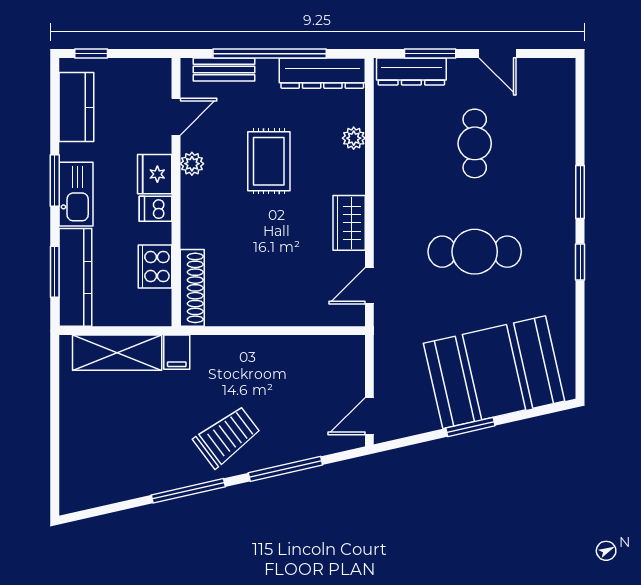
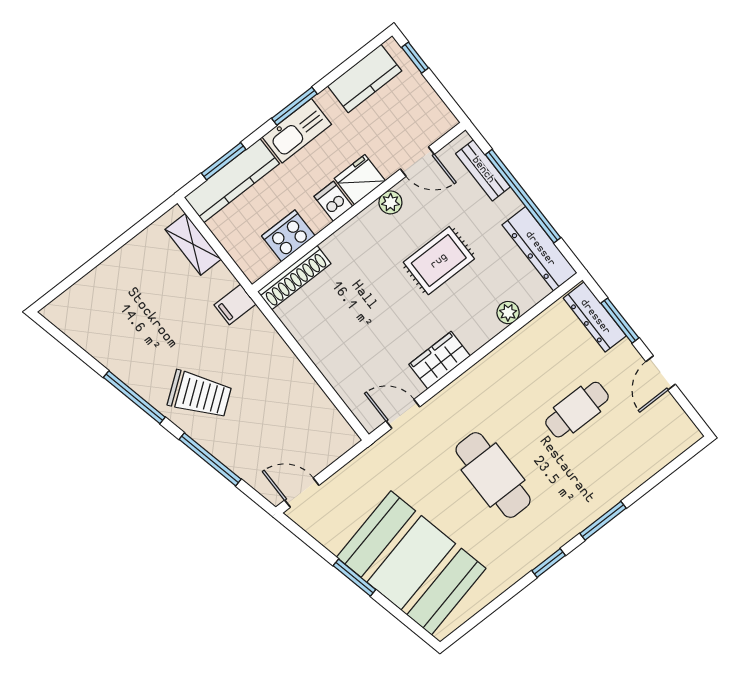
shelving: (117, 353) -> (193, 244), width x0.67, depth x0.75

